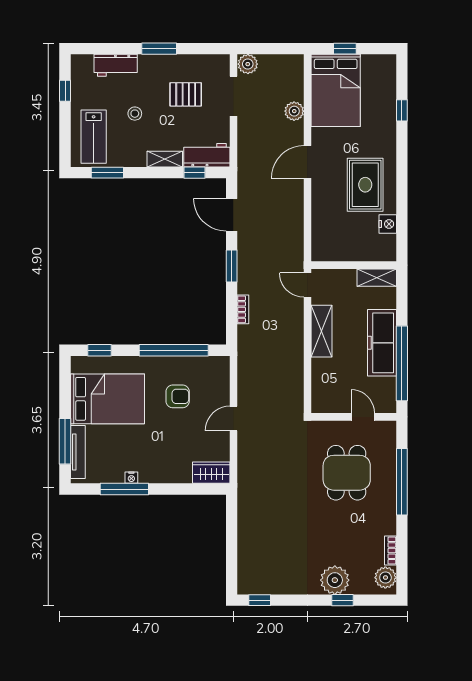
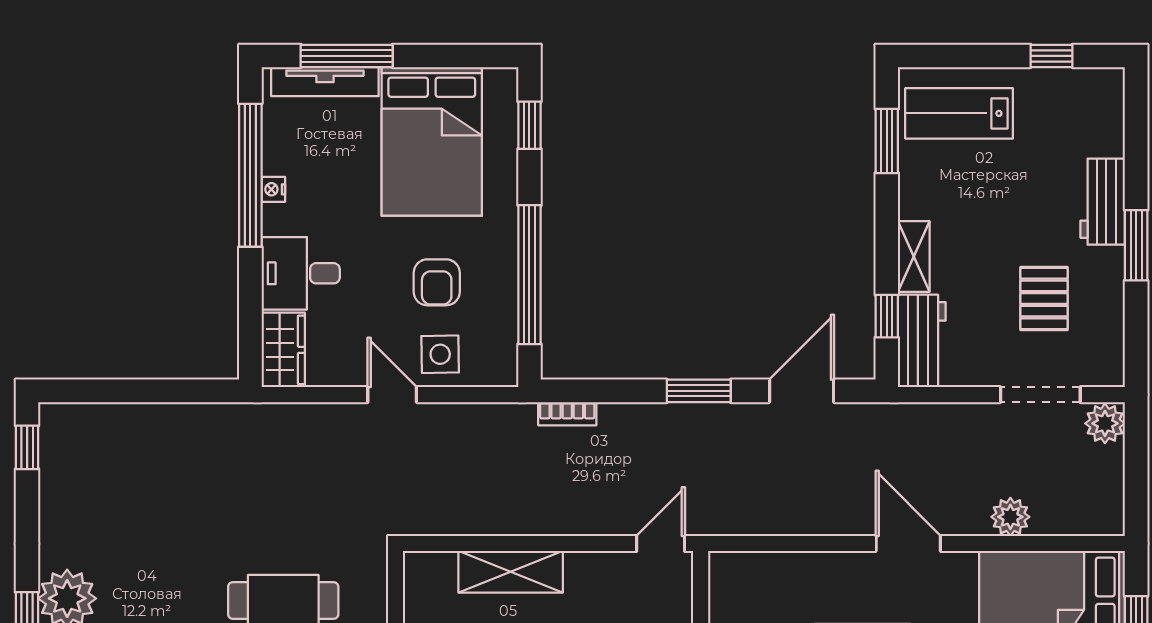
workbench: (116, 65) -> (1103, 202), moved
stool: (135, 114) -> (1005, 196), removed
bookcase: (243, 309) -> (567, 414), moved
shelving: (322, 331) -> (511, 572), moved
side table: (213, 395) -> (440, 354), added
desk: (173, 464) -> (301, 273), added
window: (124, 489) -> (250, 175), width x1.46

